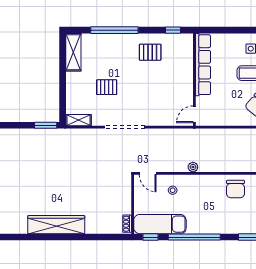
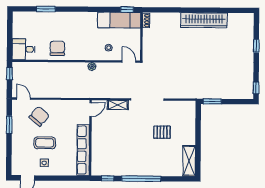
window: (114, 30) -> (141, 179), moved
pallet: (150, 52) -> (126, 161), removed
shelving: (78, 120) -> (118, 105), moved
window: (194, 237) -> (91, 9), removed

